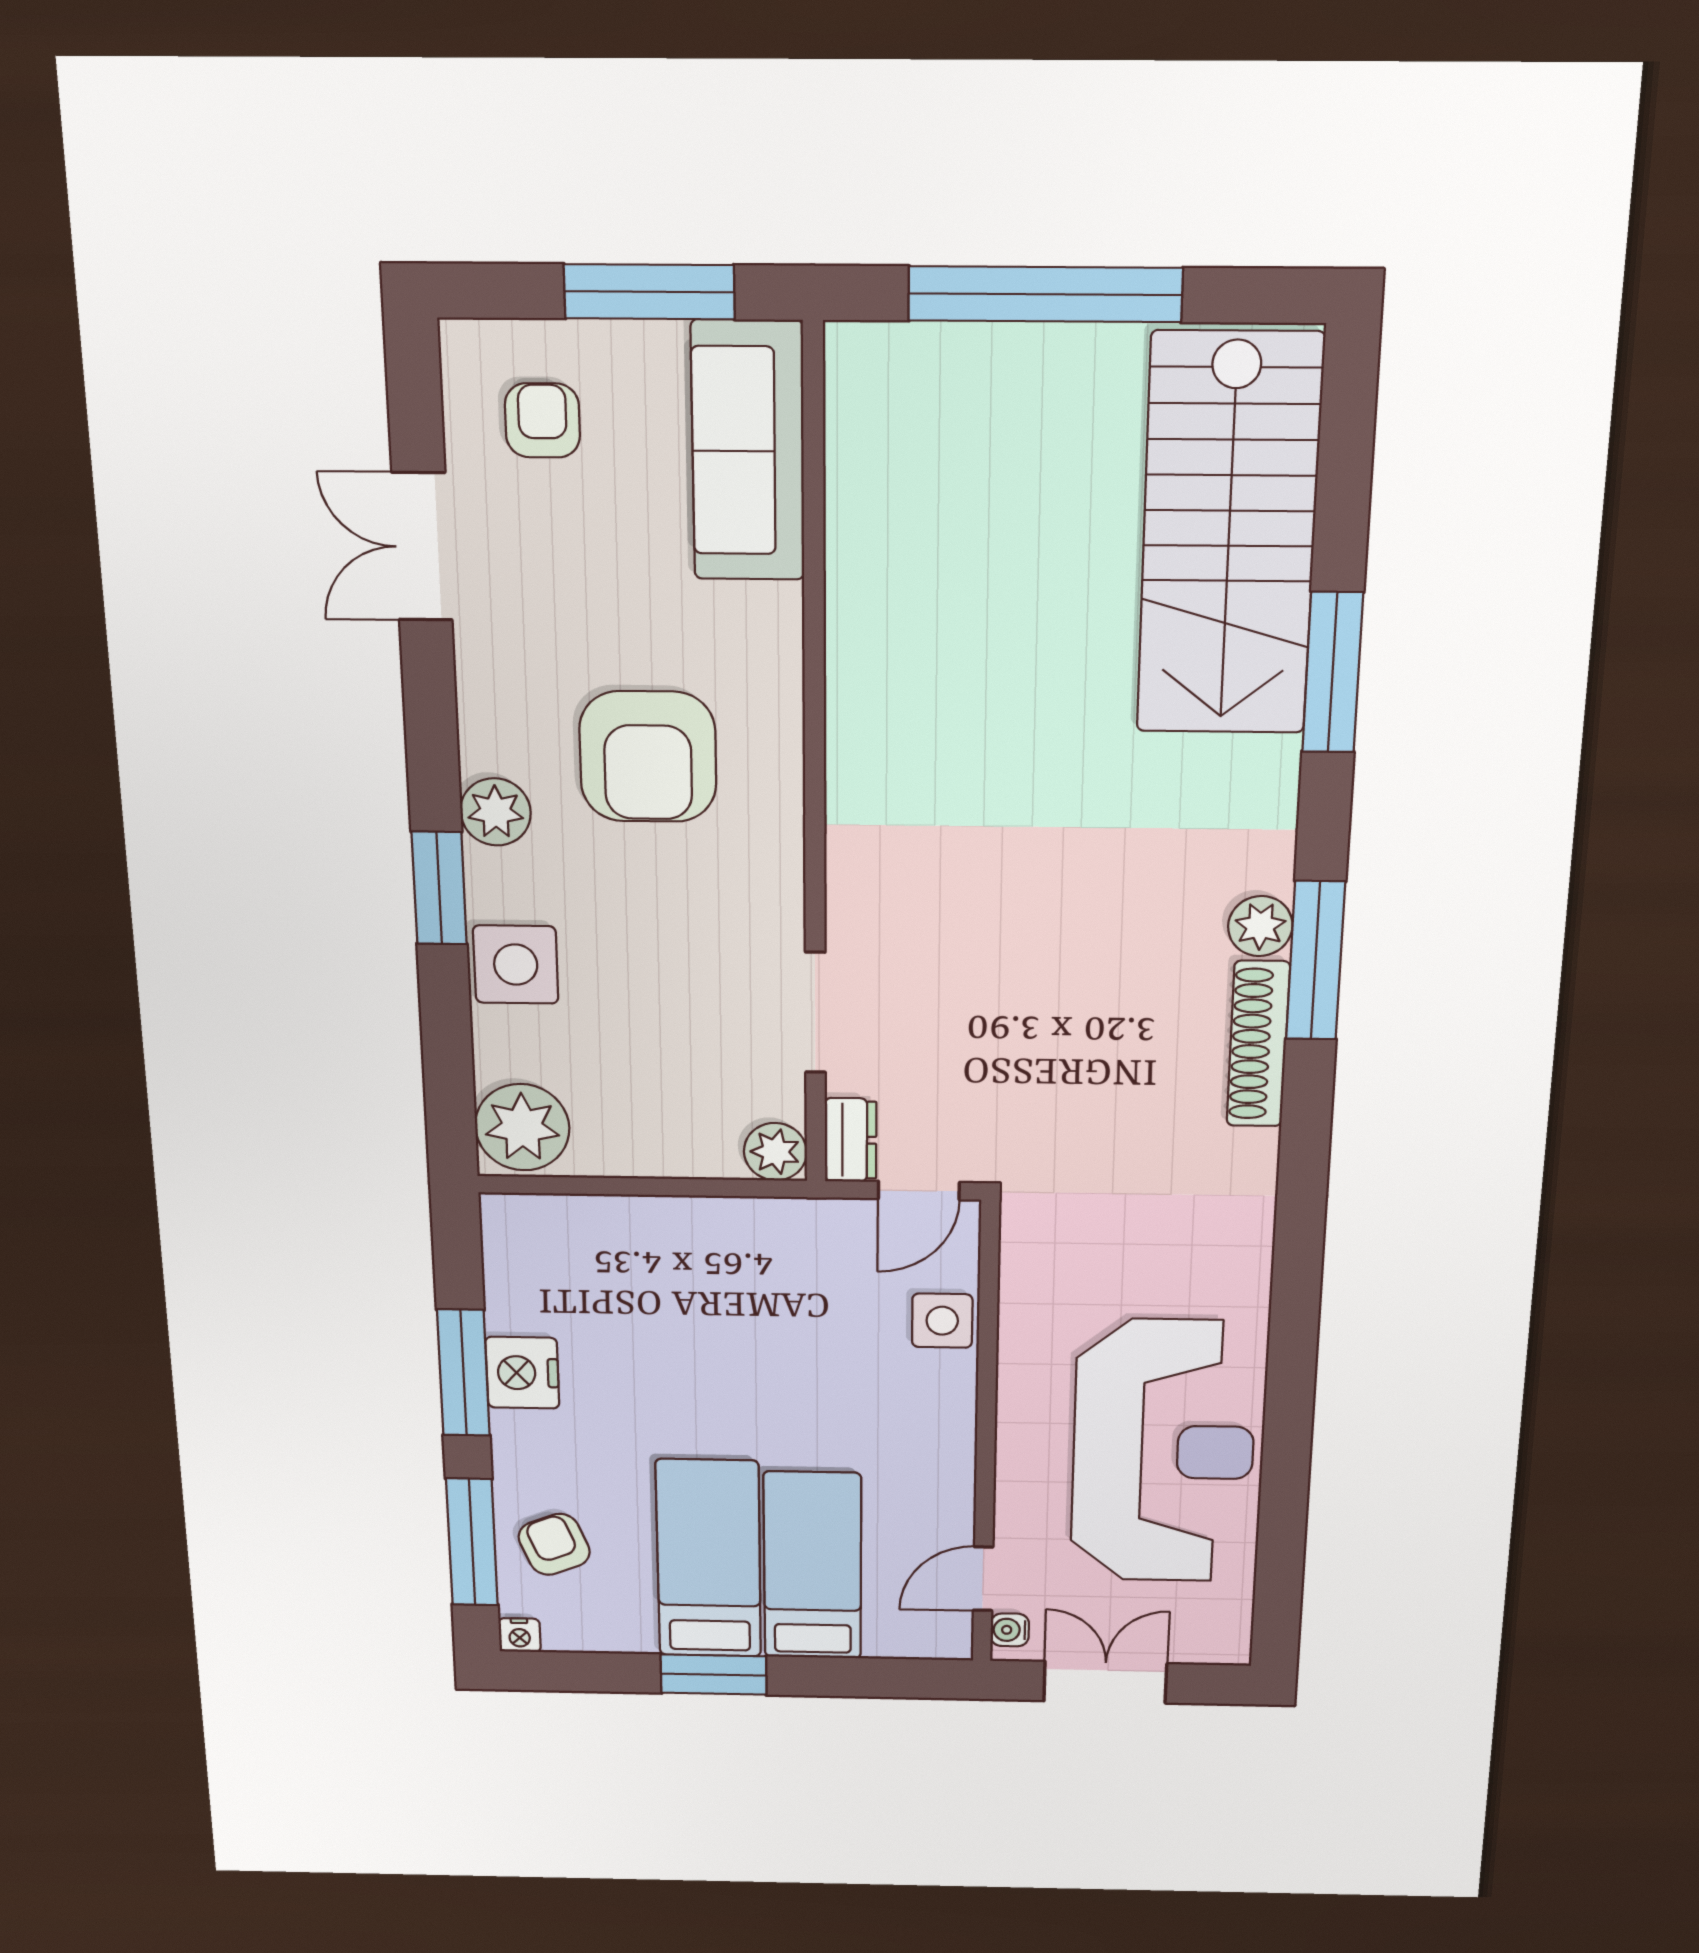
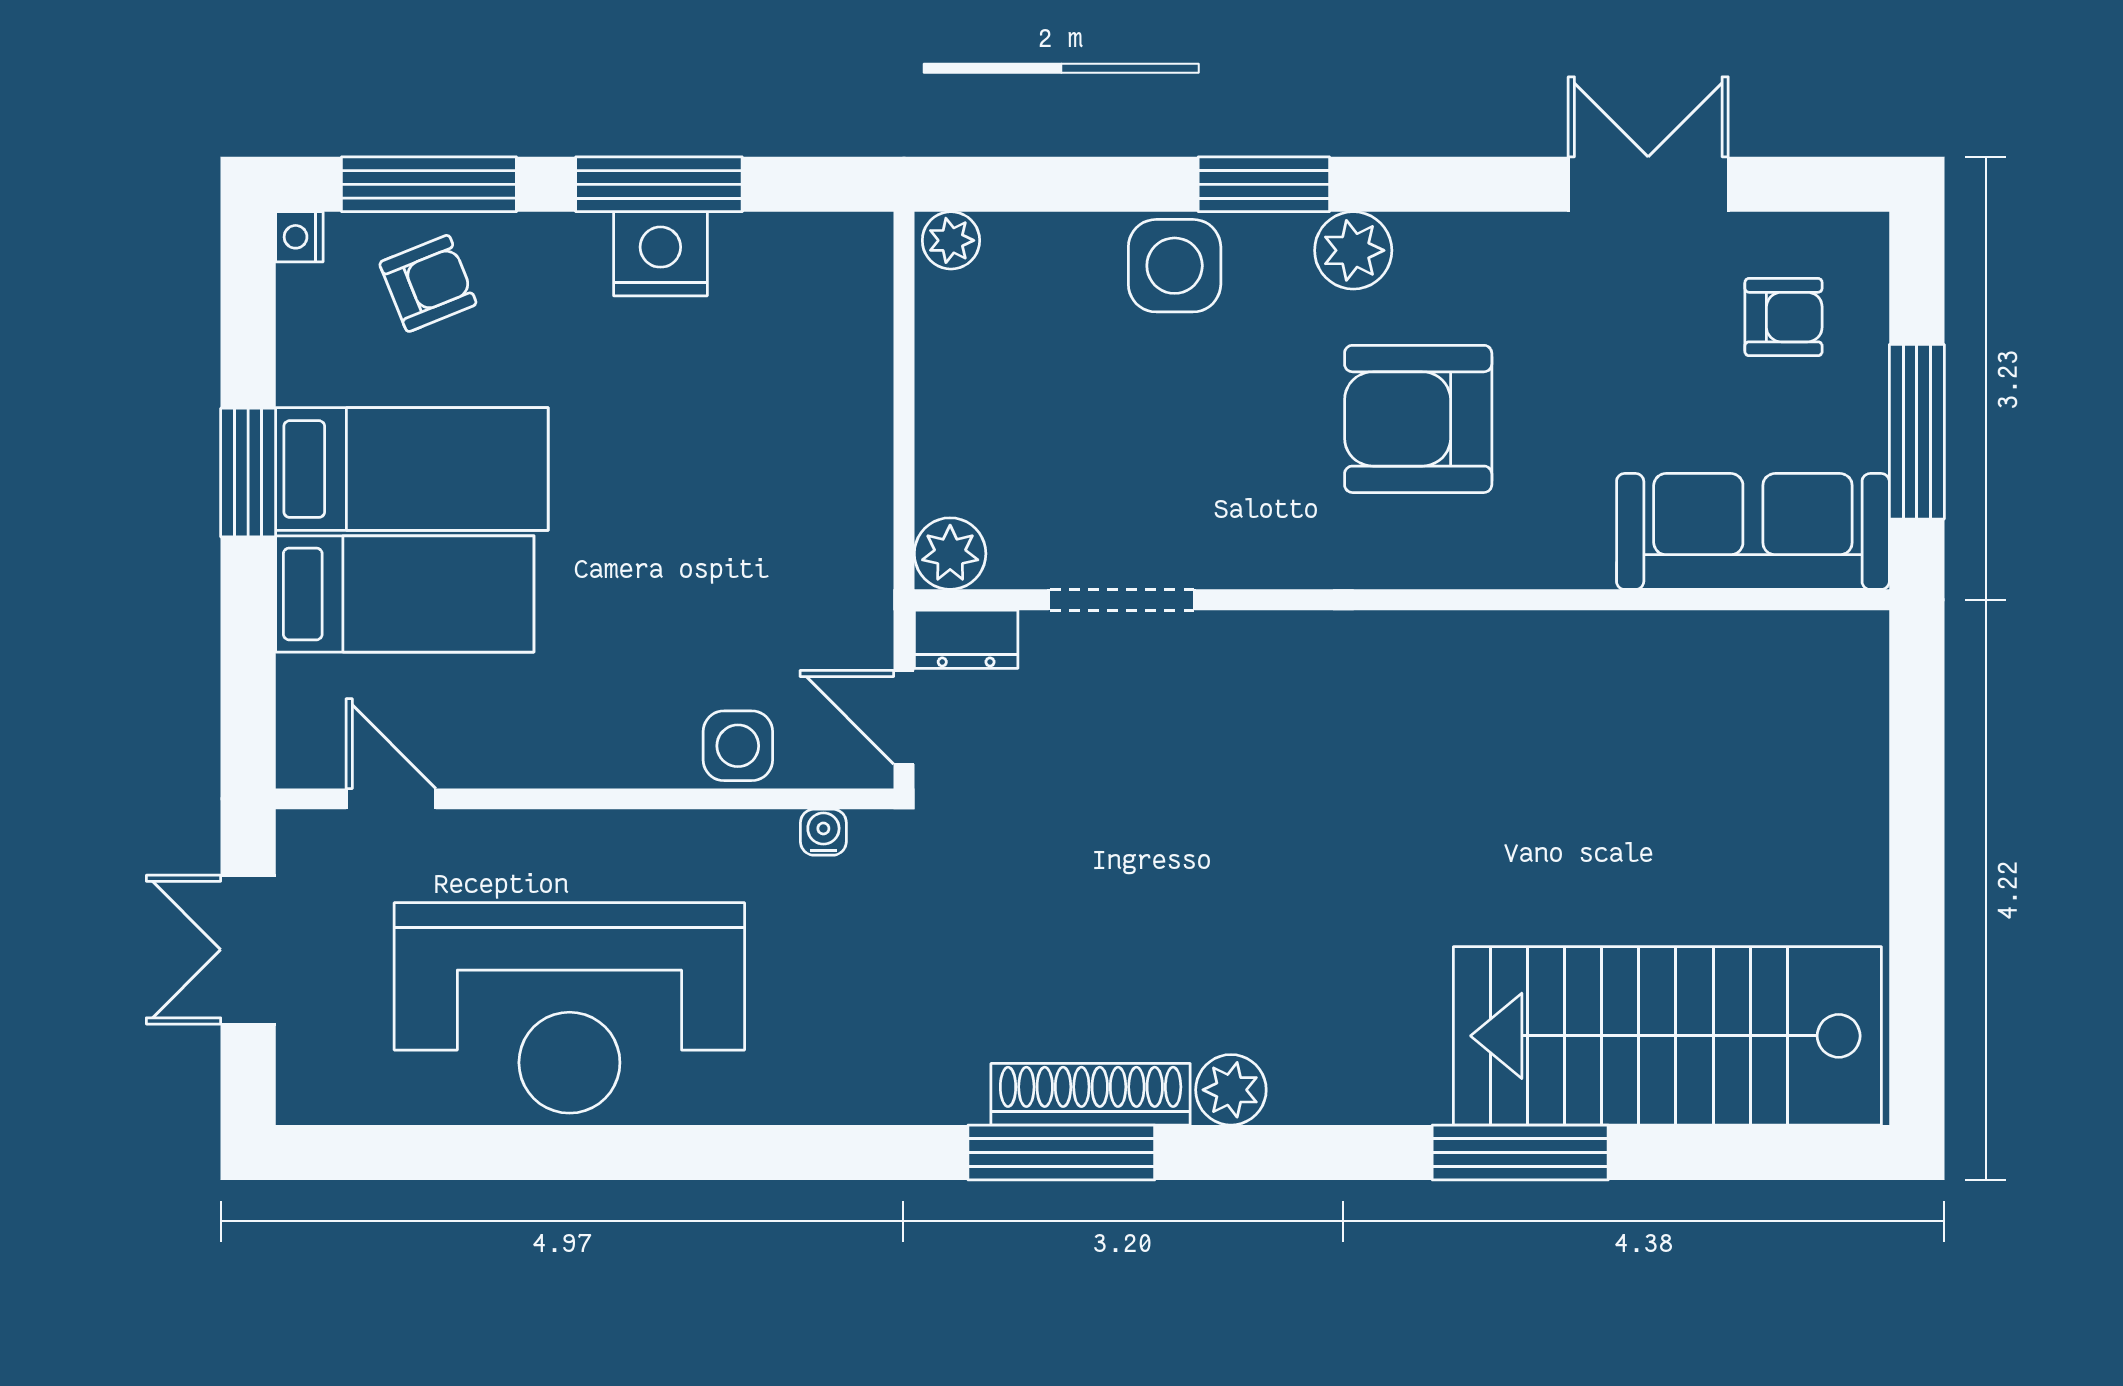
window: (1045, 294) -> (1917, 837), removed
window: (1316, 961) -> (1061, 1153), moved
plant: (522, 1127) -> (951, 240), width x0.53, depth x0.53
water cooler: (1010, 1630) -> (823, 832), moved
double door: (1105, 1682) -> (248, 950), swing flipped

